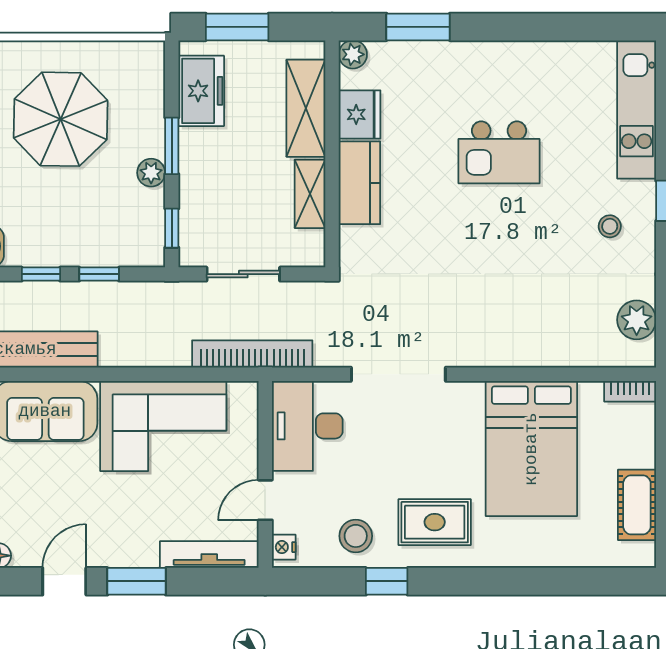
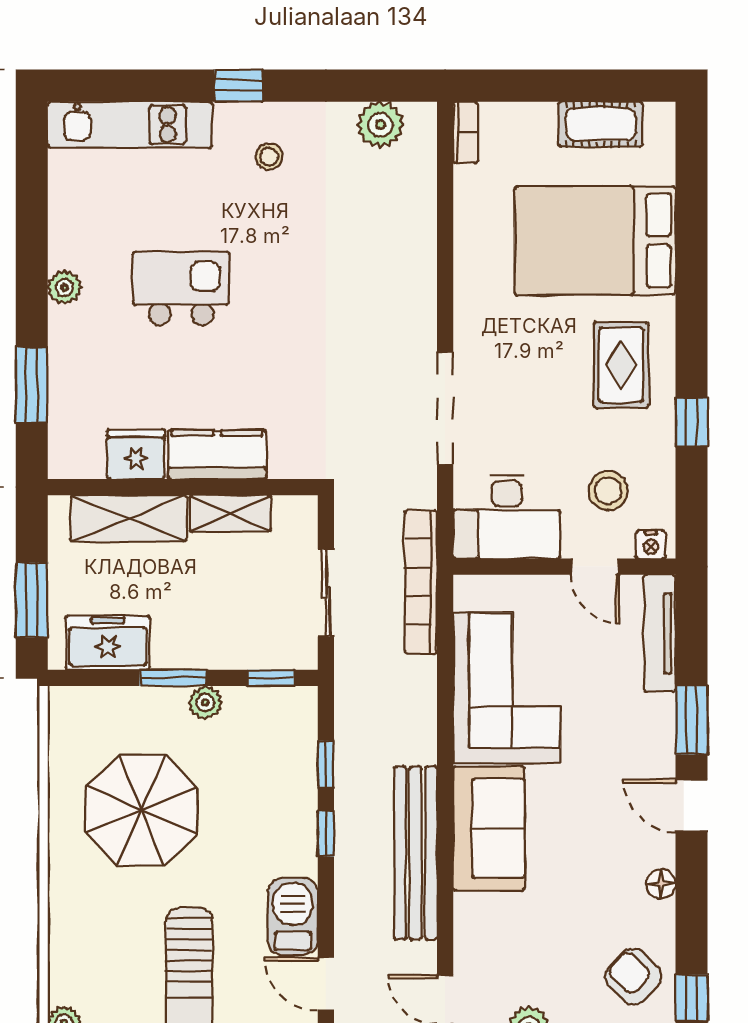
plant: (353, 54) -> (64, 287), moved
kitchen island: (499, 152) -> (181, 288), turned -90
bed: (531, 449) -> (595, 241), moved, turned 180
stool: (356, 536) -> (608, 491), moved

